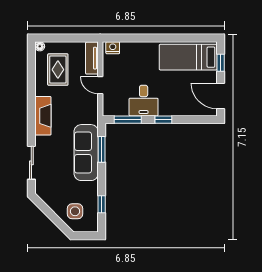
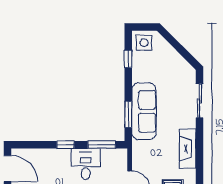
side table: (75, 211) -> (144, 43), moved

